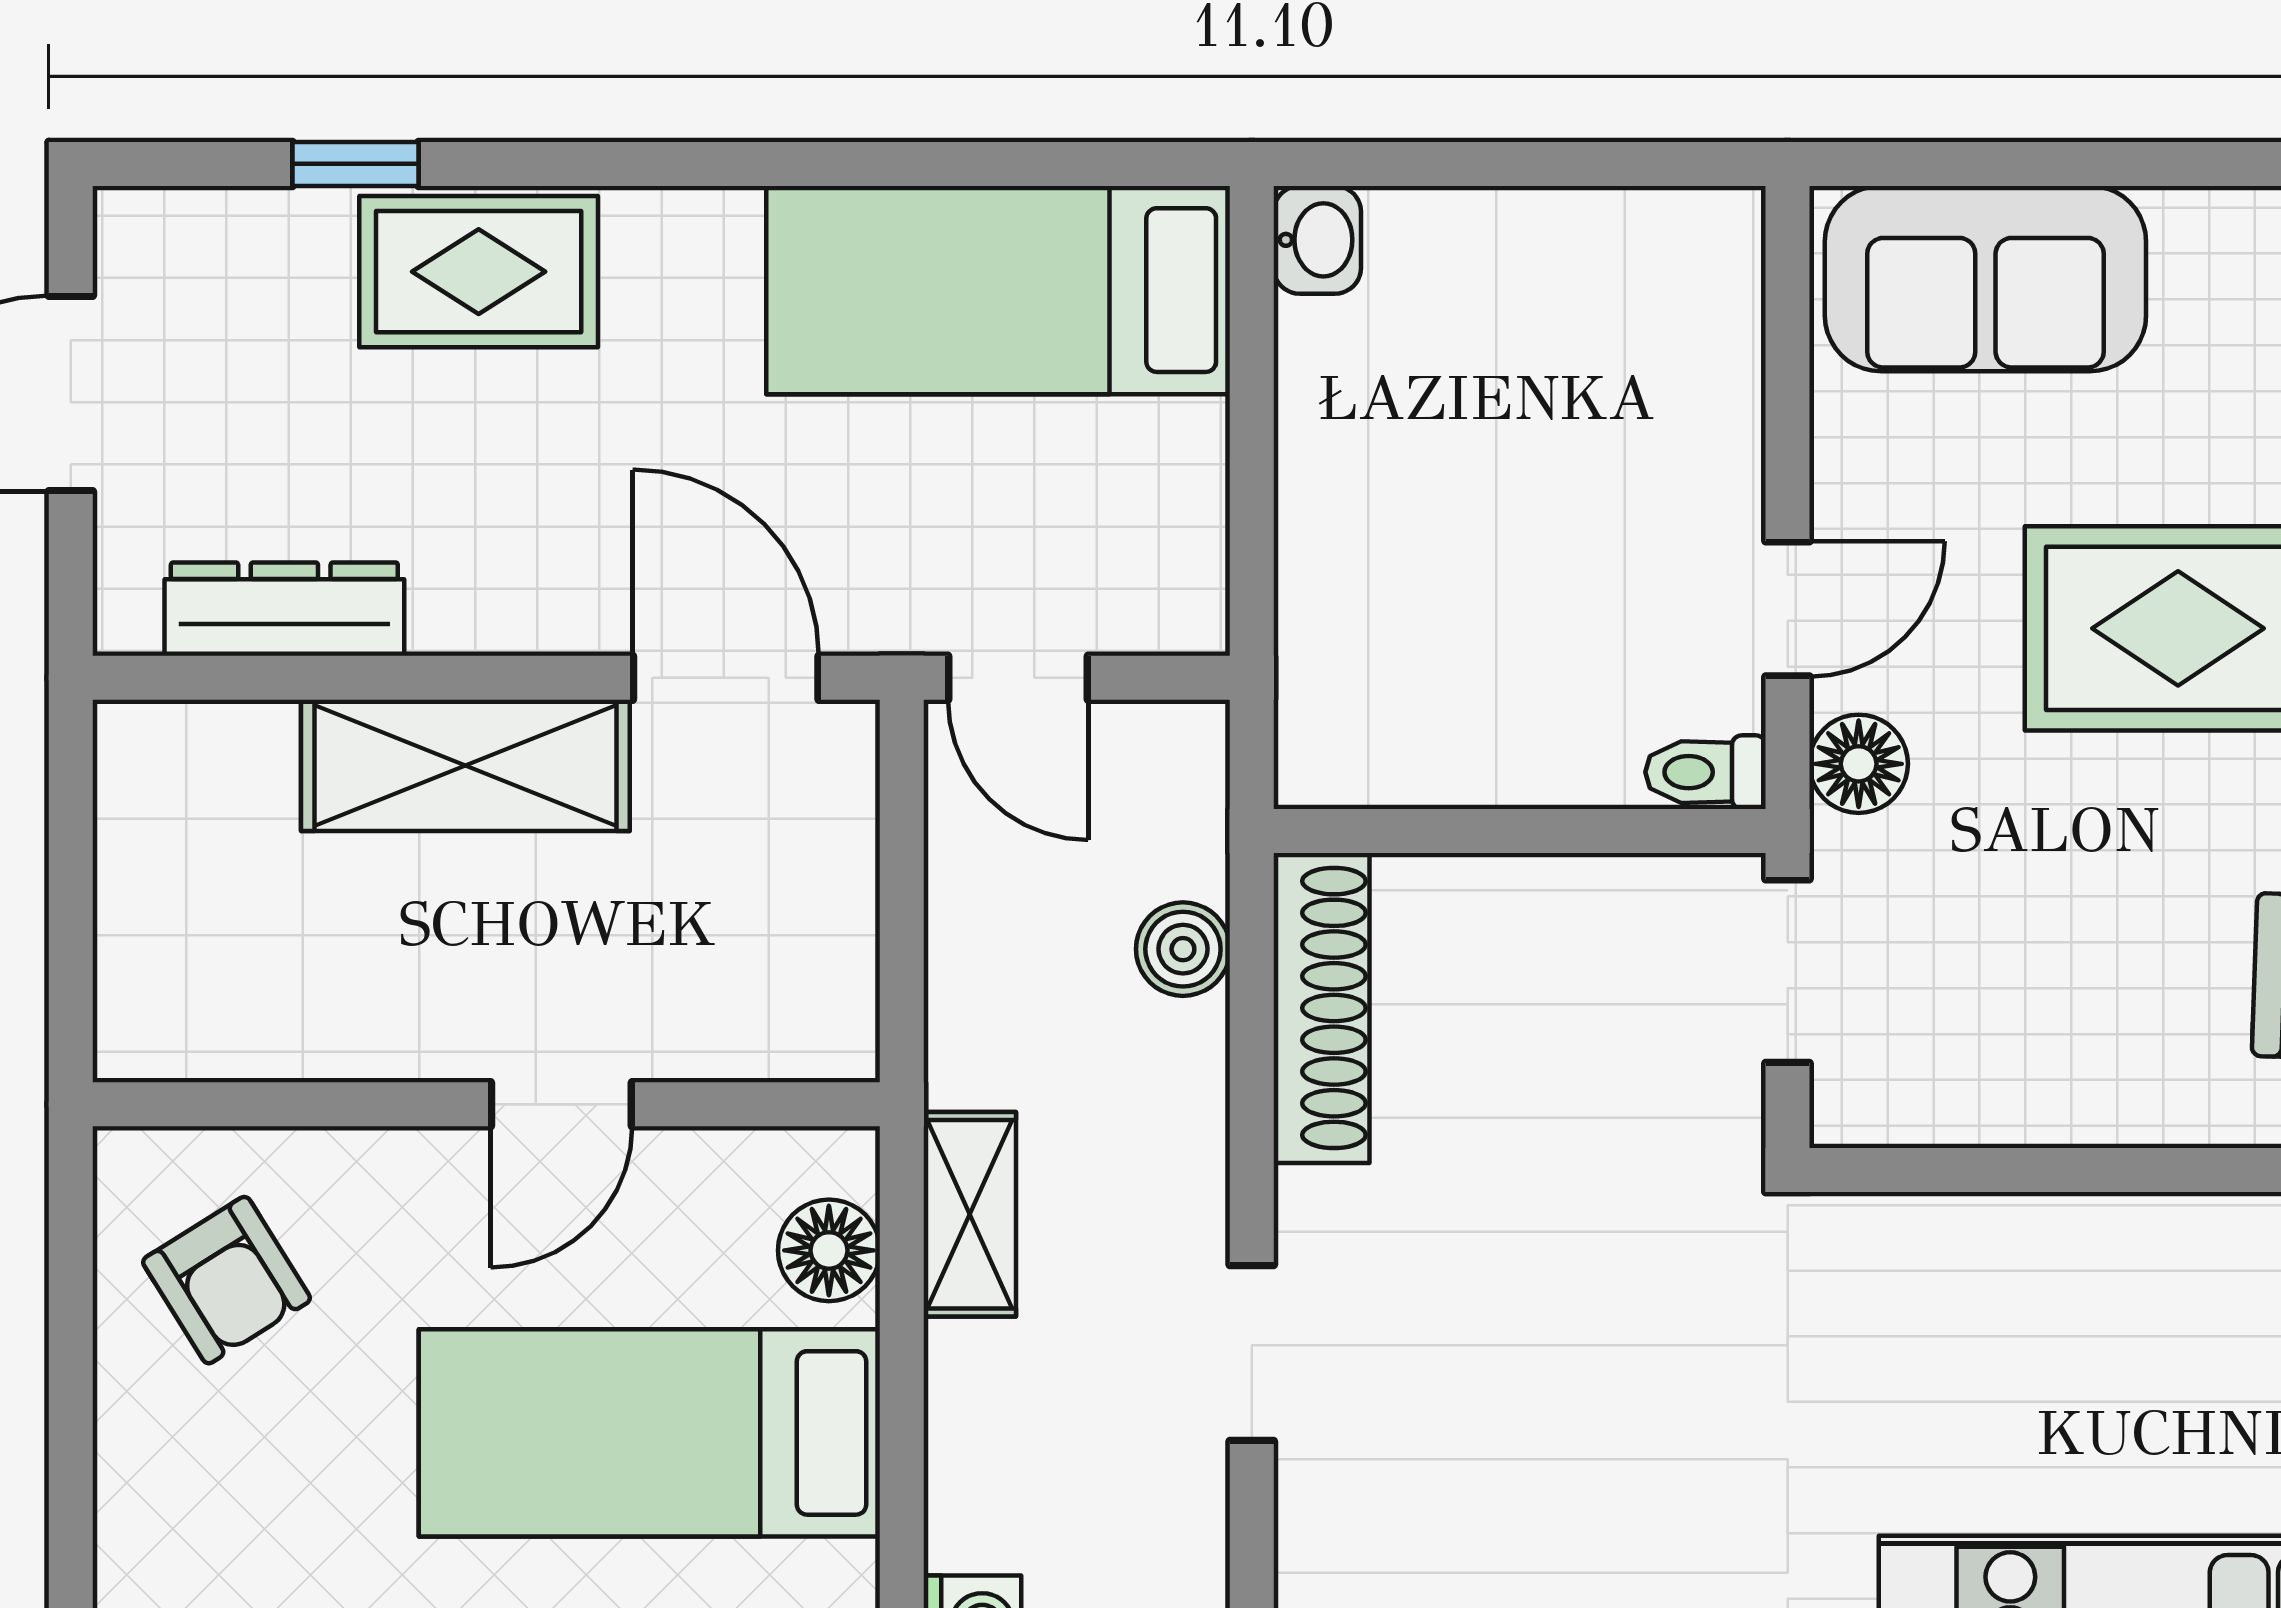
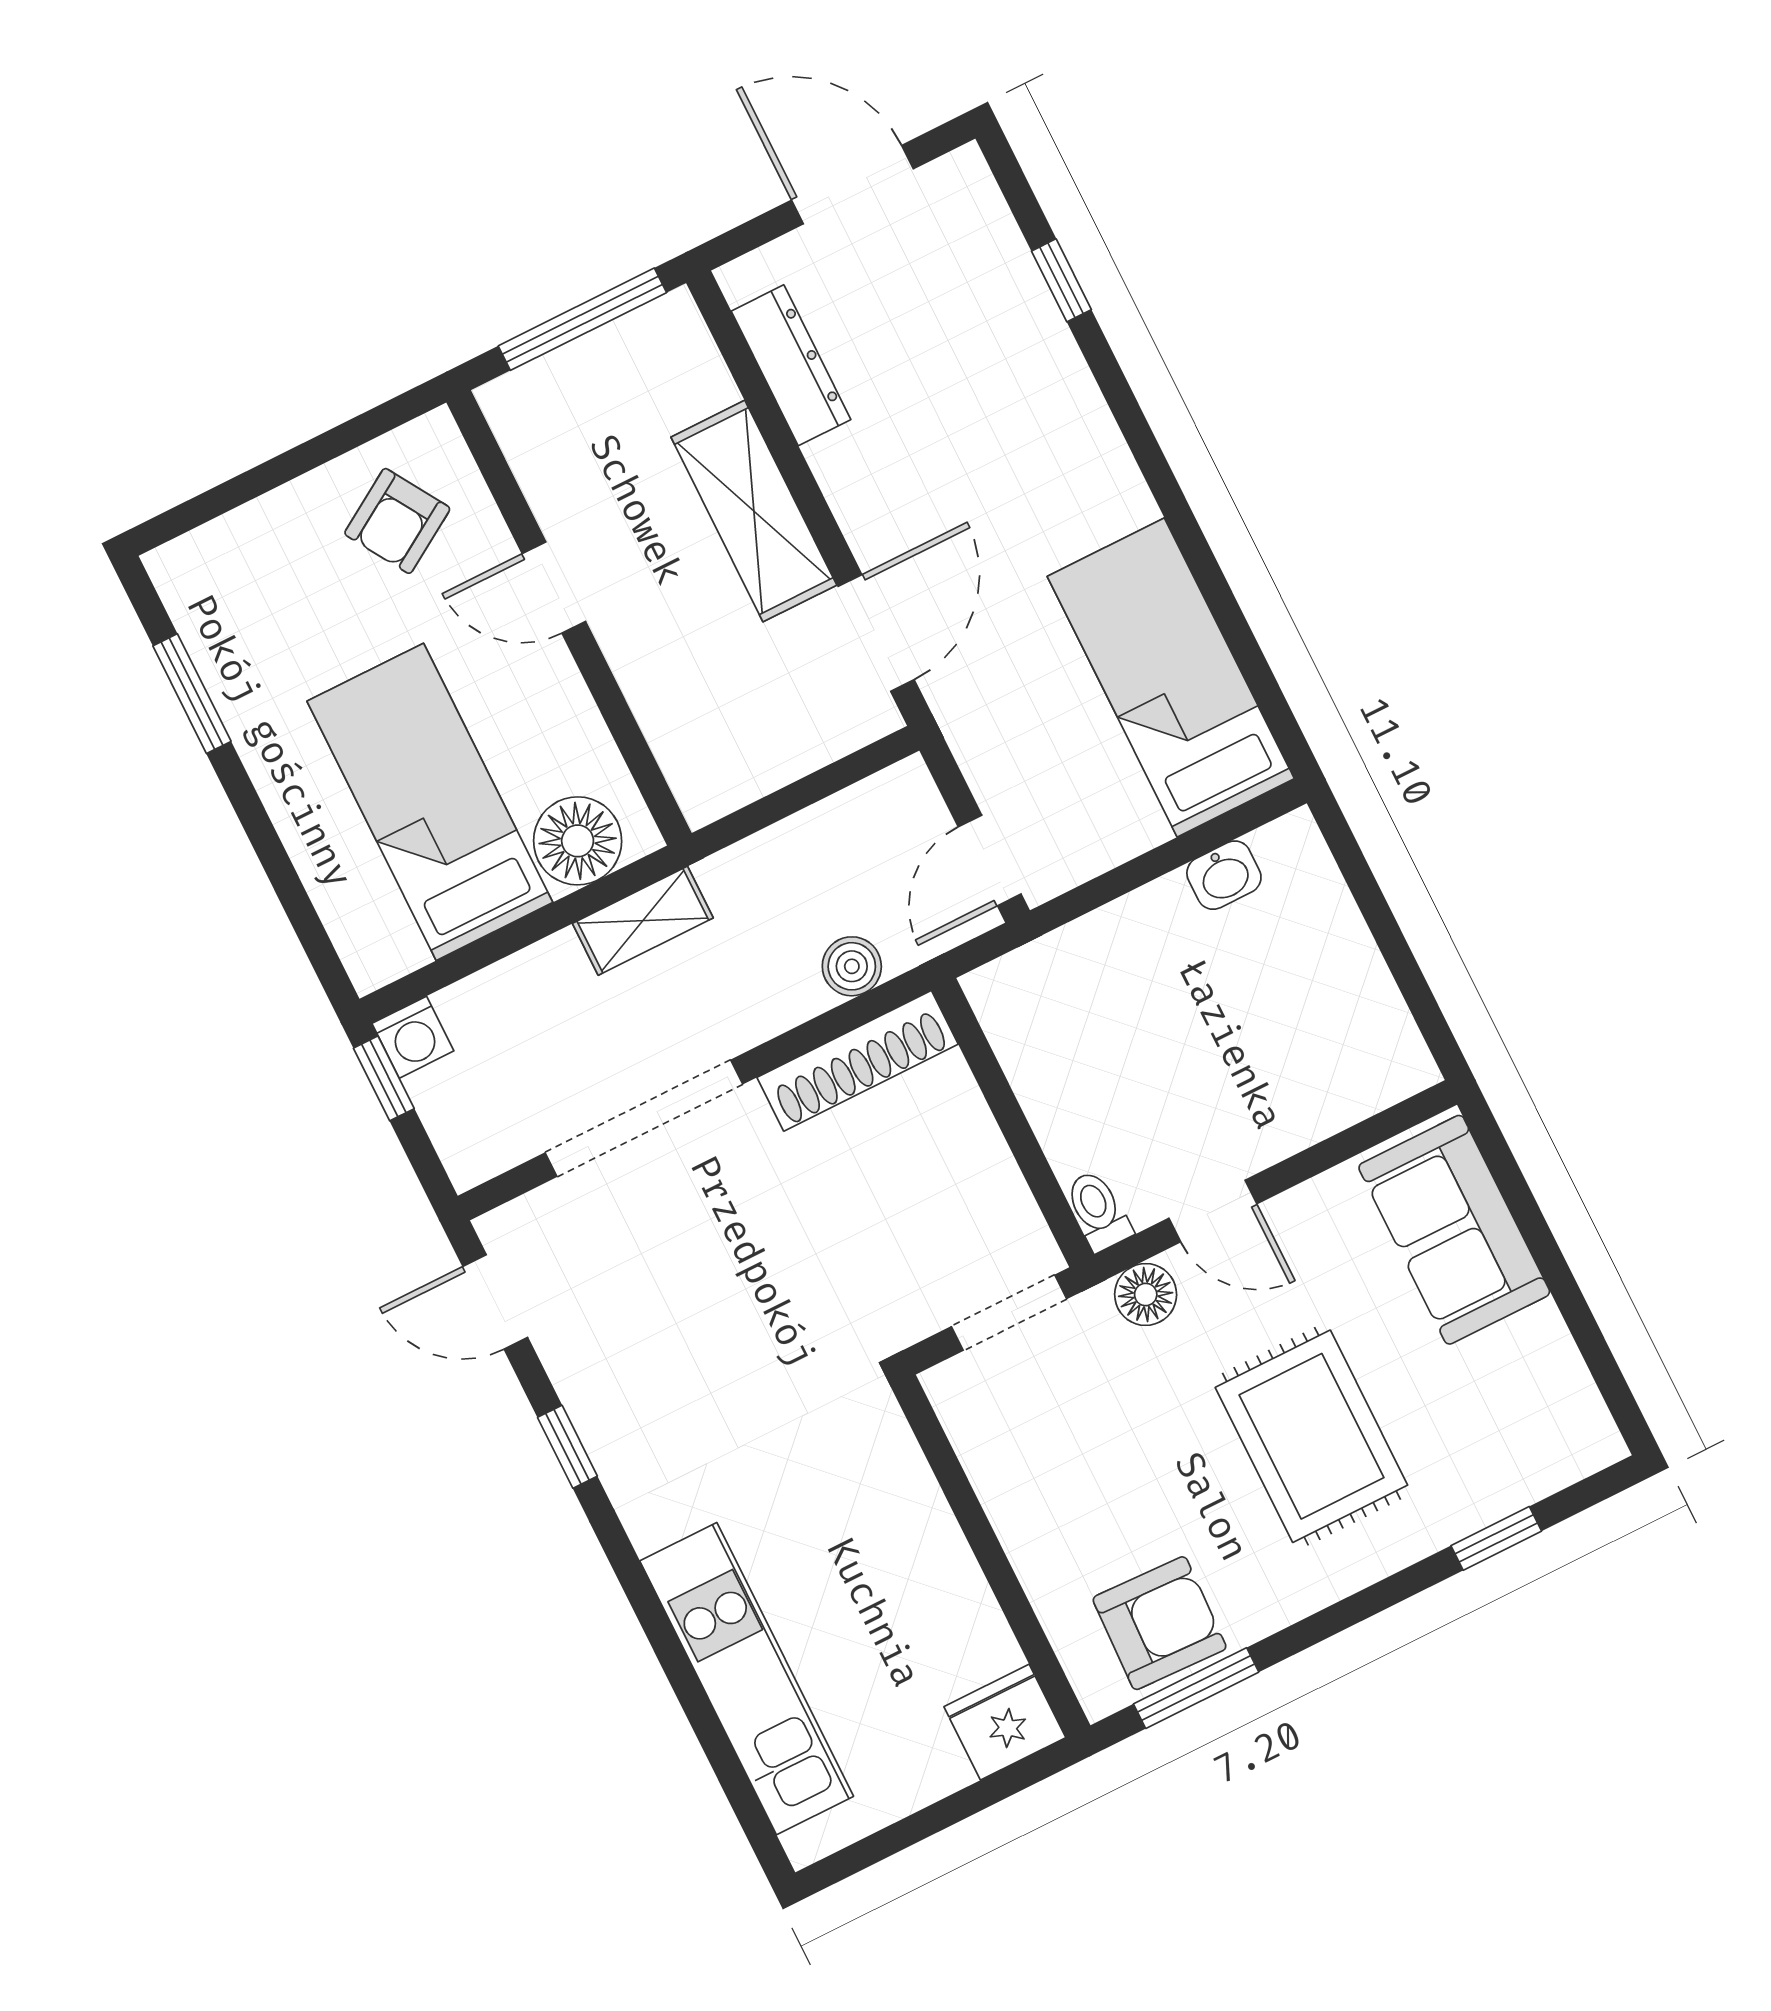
washbasin: (1317, 240) -> (1224, 875), moved
rug: (479, 272) -> (1035, 380), removed
door: (1018, 678) -> (990, 860), moved
window: (71, 873) -> (582, 319), added
door: (561, 1104) -> (554, 588), moved
floor lamp: (829, 1250) -> (578, 841), width x1.38, depth x1.38
doorway: (1252, 1353) -> (644, 1118), width x1.87

